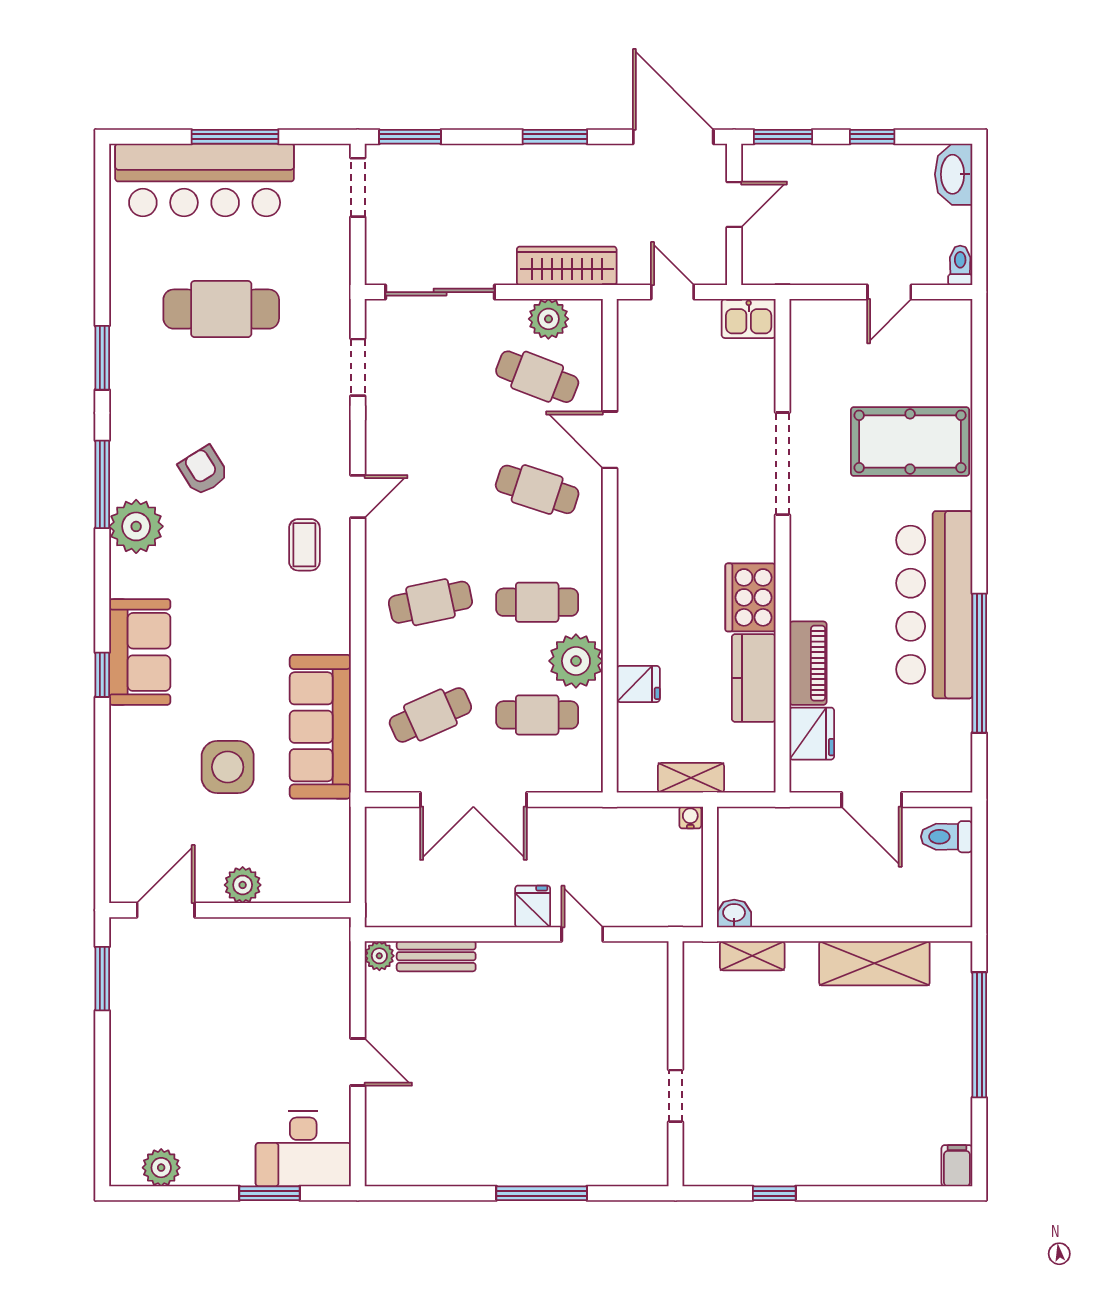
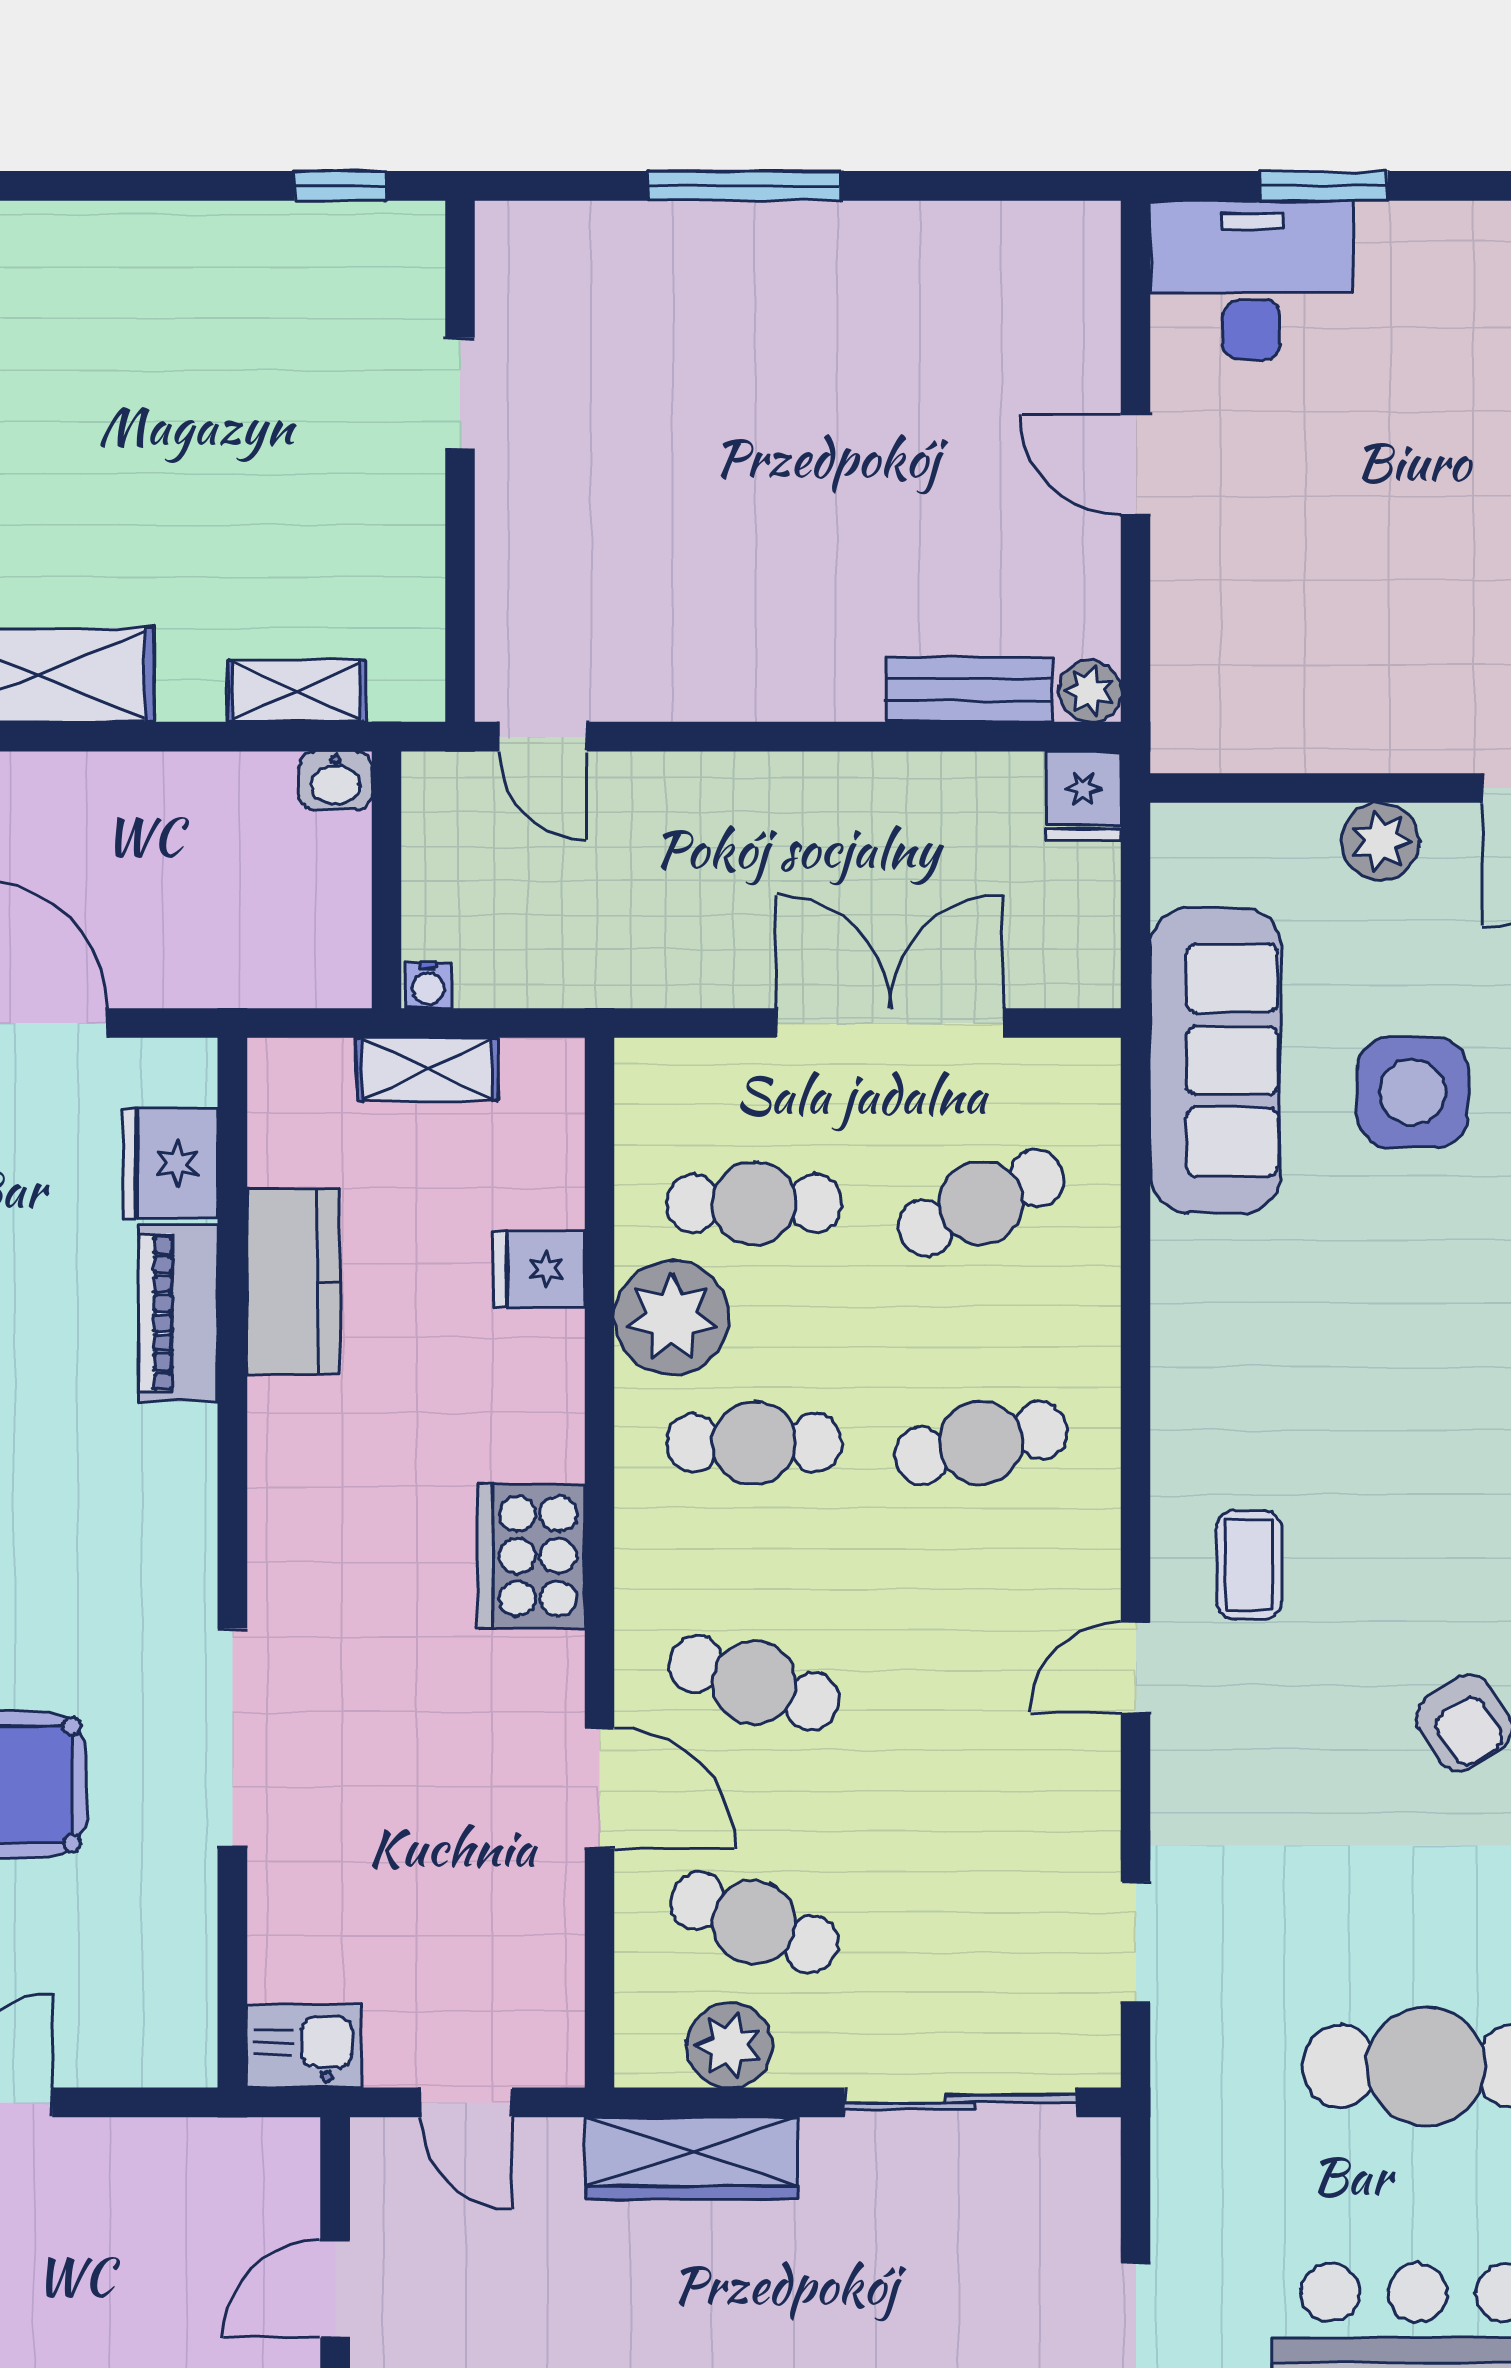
cooker: (750, 597) -> (531, 1556), moved, turned 180
sofa: (320, 727) -> (1215, 1060), moved
fridge: (533, 906) -> (1084, 796), moved
door: (582, 934) -> (543, 737), moved
window: (774, 1193) -> (340, 186), moved

